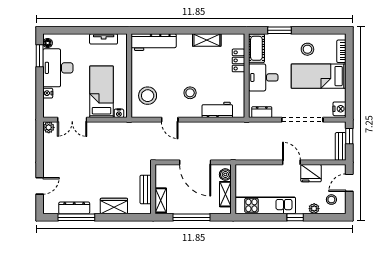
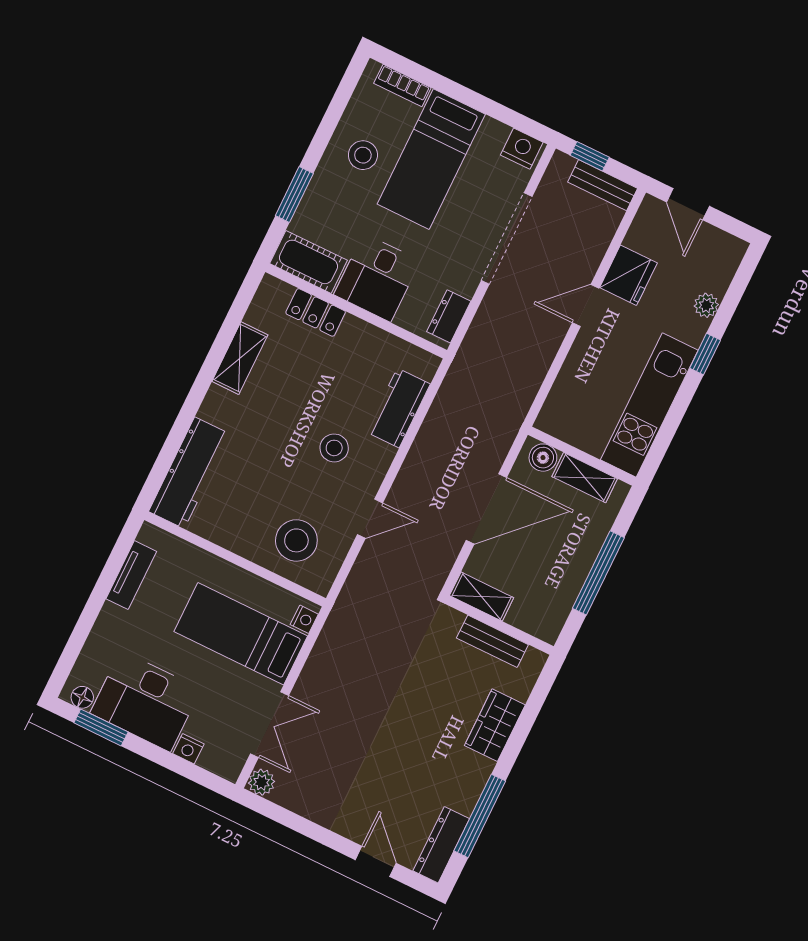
shelving: (161, 200) -> (482, 597), moved
stool: (331, 200) -> (705, 259), removed
dresser: (74, 208) -> (441, 845), moved

